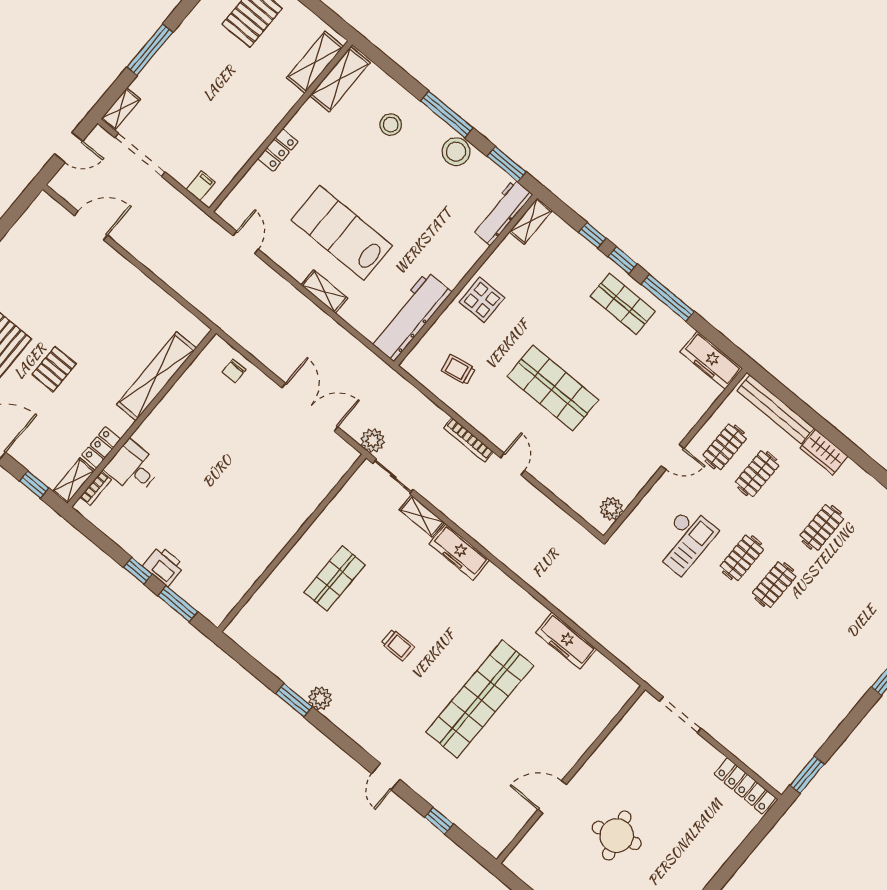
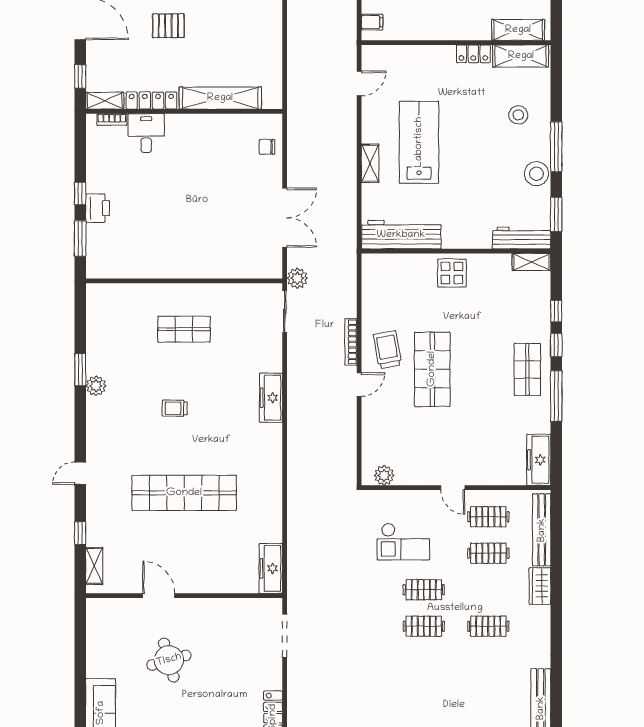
locker: (278, 150) -> (473, 54), moved
trolley: (458, 370) -> (387, 350), moved, width x1.36, depth x1.39
locker: (101, 447) -> (151, 100), width x1.53
shelving: (422, 516) -> (94, 566), moved
freezer: (566, 641) -> (271, 568), moved
trolley: (398, 645) -> (175, 408), turned 90

